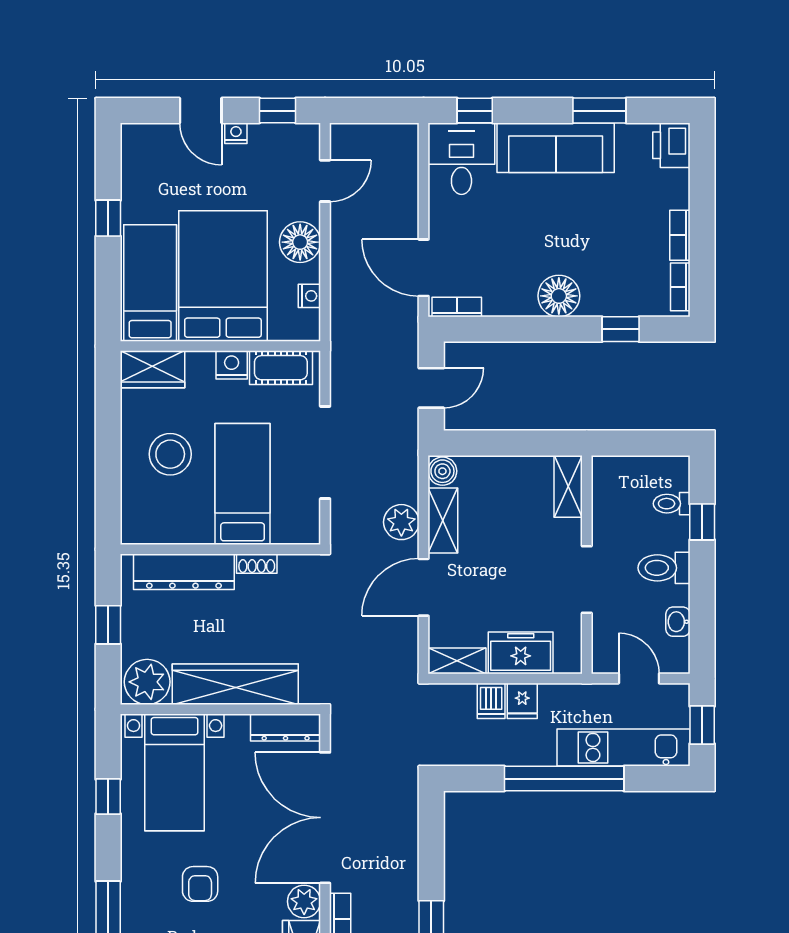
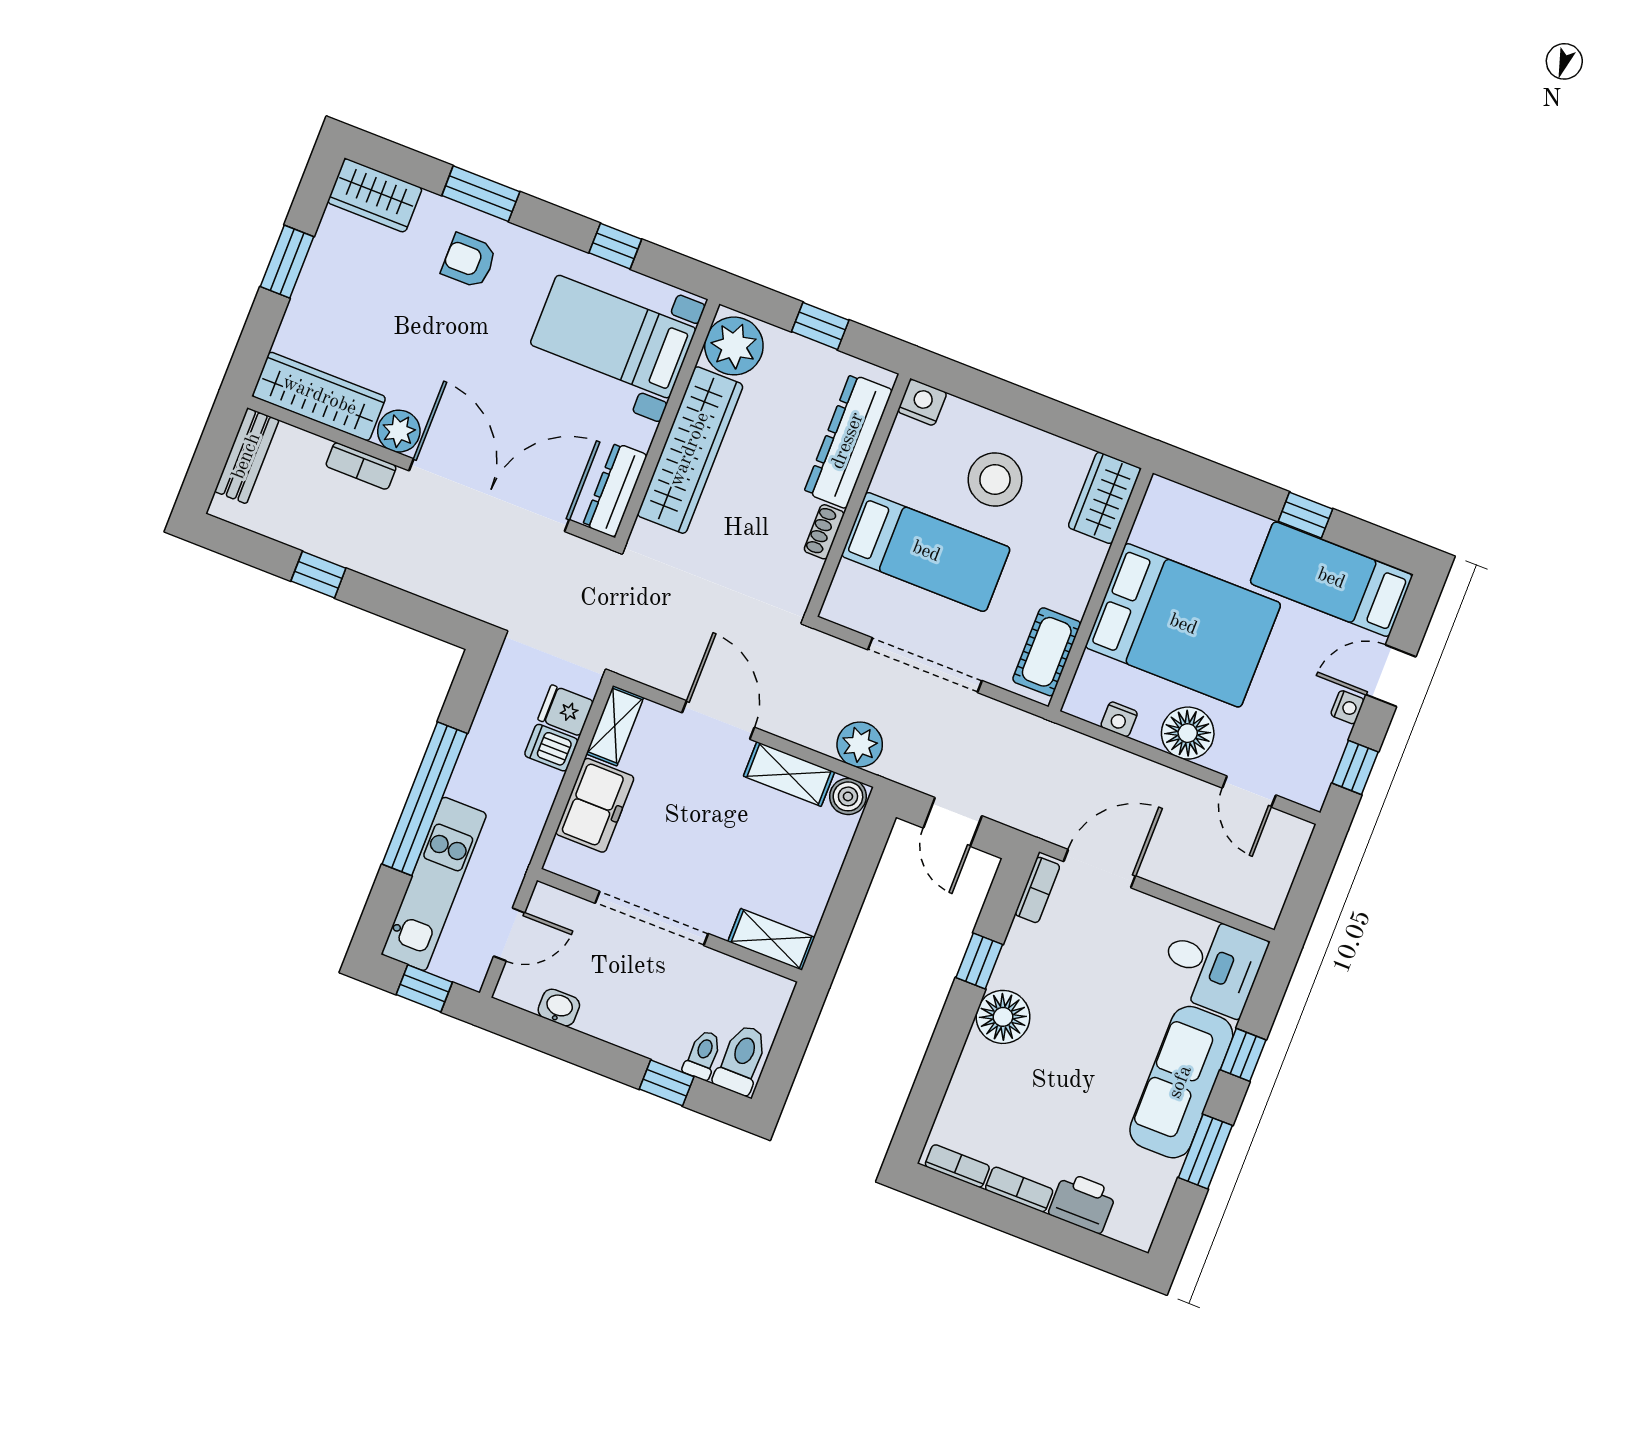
window: (475, 111) -> (1243, 1055), moved
printer: (671, 145) -> (1083, 1203), moved
bed: (150, 283) -> (1331, 579), moved, turned 180
window: (621, 329) -> (979, 961), moved
nightstand: (232, 365) -> (922, 402), moved, turned -90
plant: (401, 522) -> (860, 745), moved
toilet: (664, 568) -> (741, 1059), moved
doorway: (587, 579) -> (652, 918), width x1.36
fridge: (522, 701) -> (566, 710), moved
armchair: (200, 884) -> (469, 261), moved

